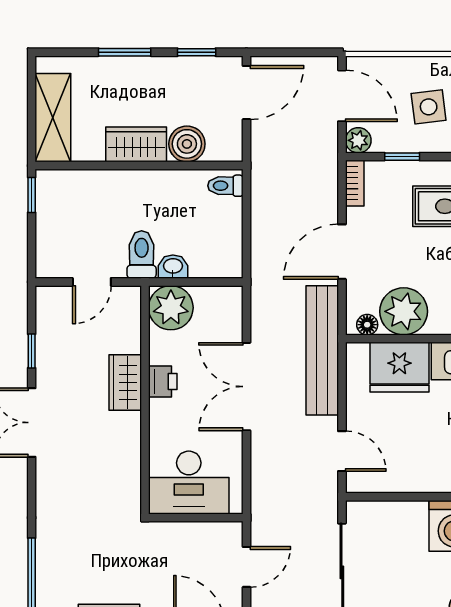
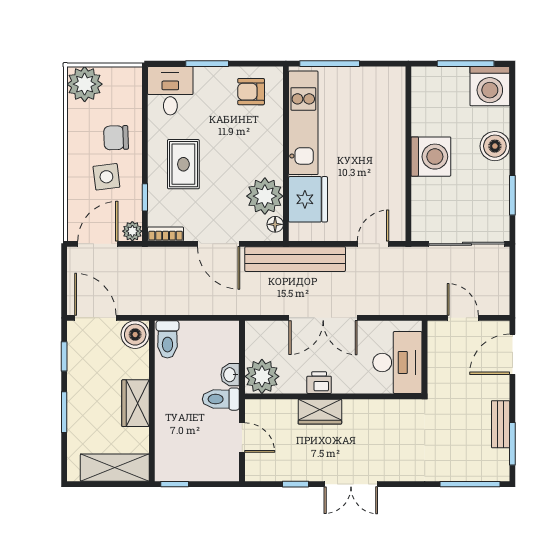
boiler: (187, 144) -> (135, 335), moved
toilet: (225, 186) -> (167, 339), width x1.37, depth x1.39

